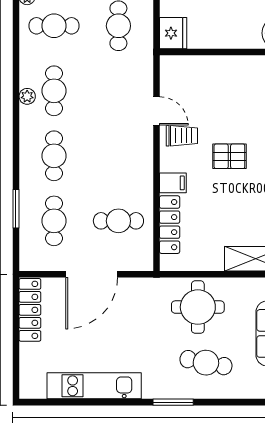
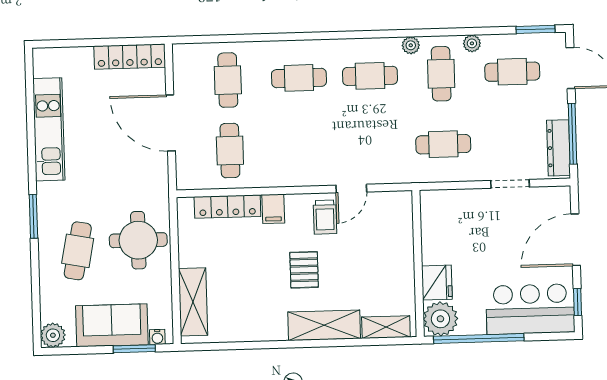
fridge: (173, 33) -> (437, 283), moved, turned -90
plant: (27, 96) -> (411, 45), moved
window: (16, 209) -> (240, 38), removed
cafe table: (54, 221) -> (228, 80), turned 90

